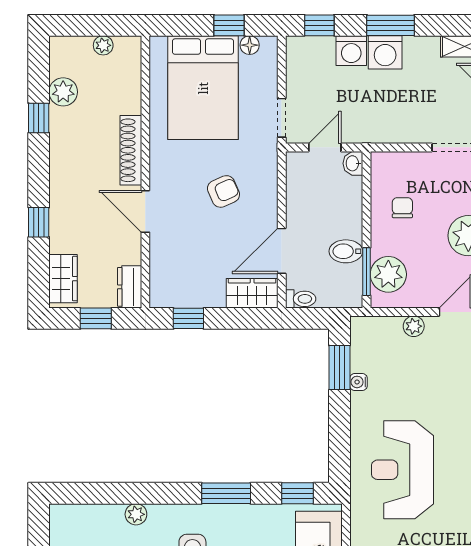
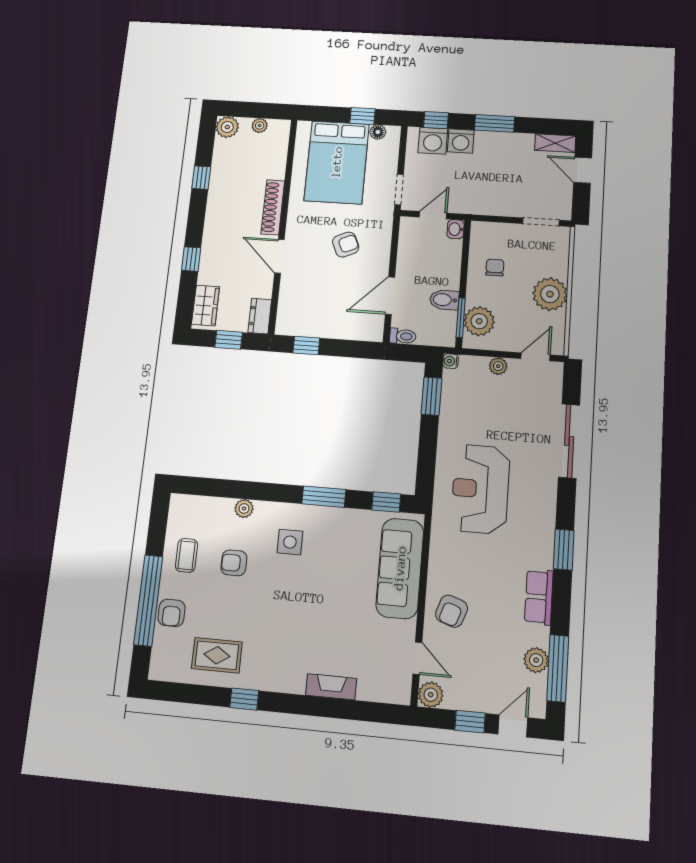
washing machine: (385, 52) -> (433, 141), moved
plant: (63, 92) -> (227, 127), moved
wardrobe: (252, 293) -> (362, 329), removed
water cooler: (358, 382) -> (451, 361), moved

